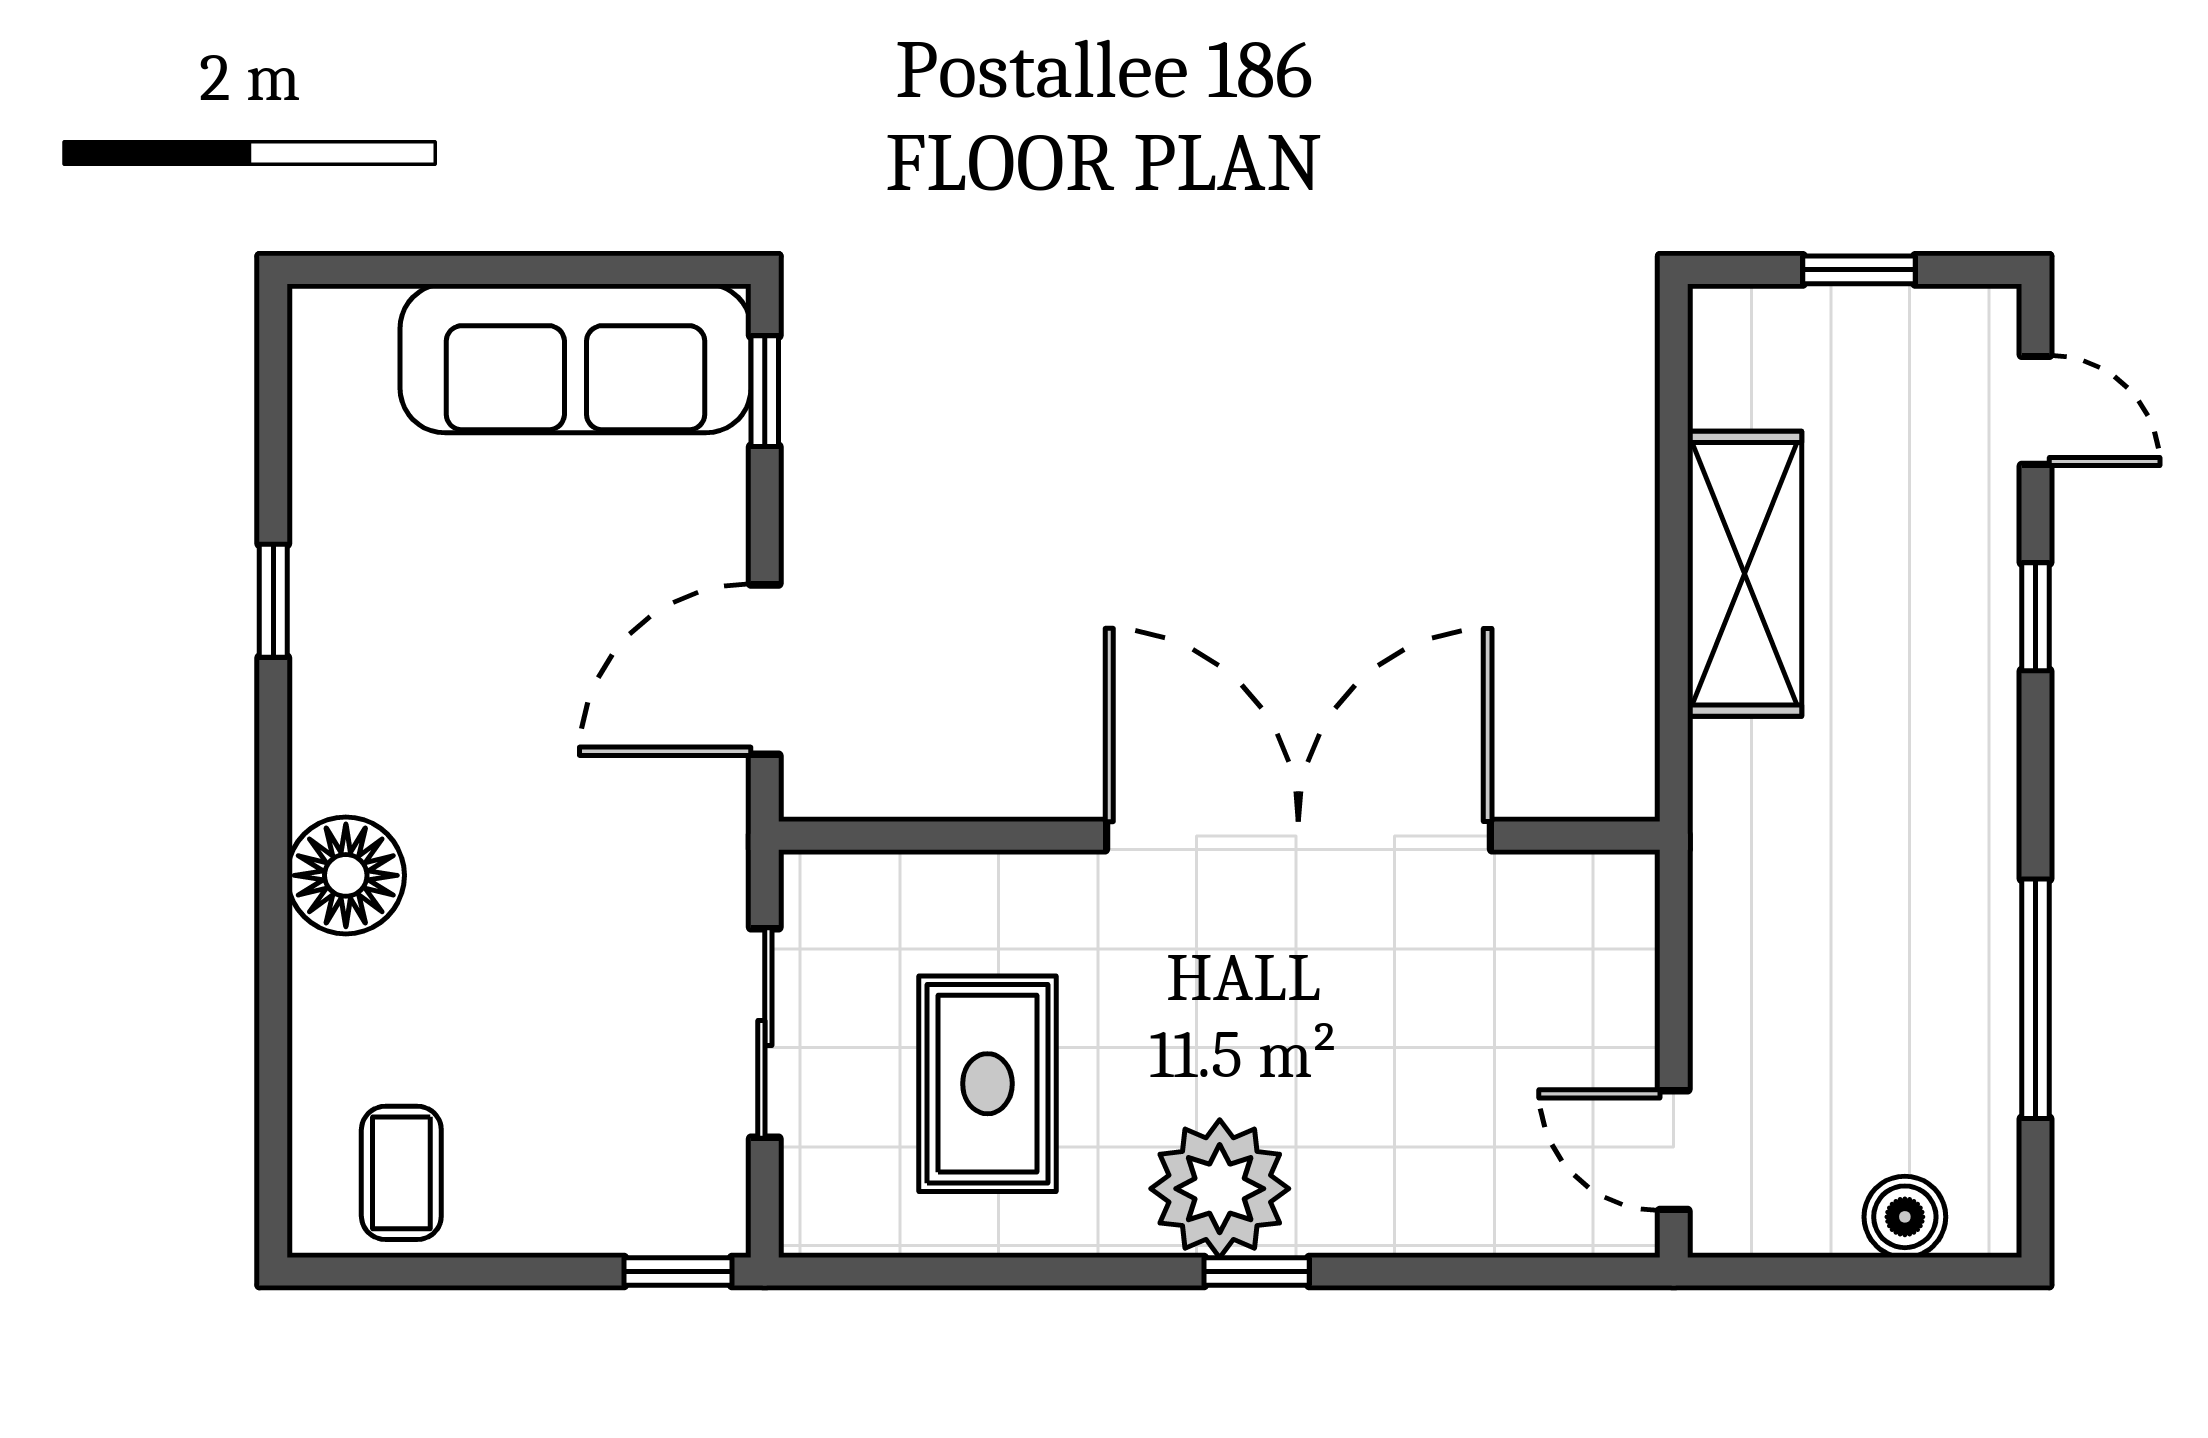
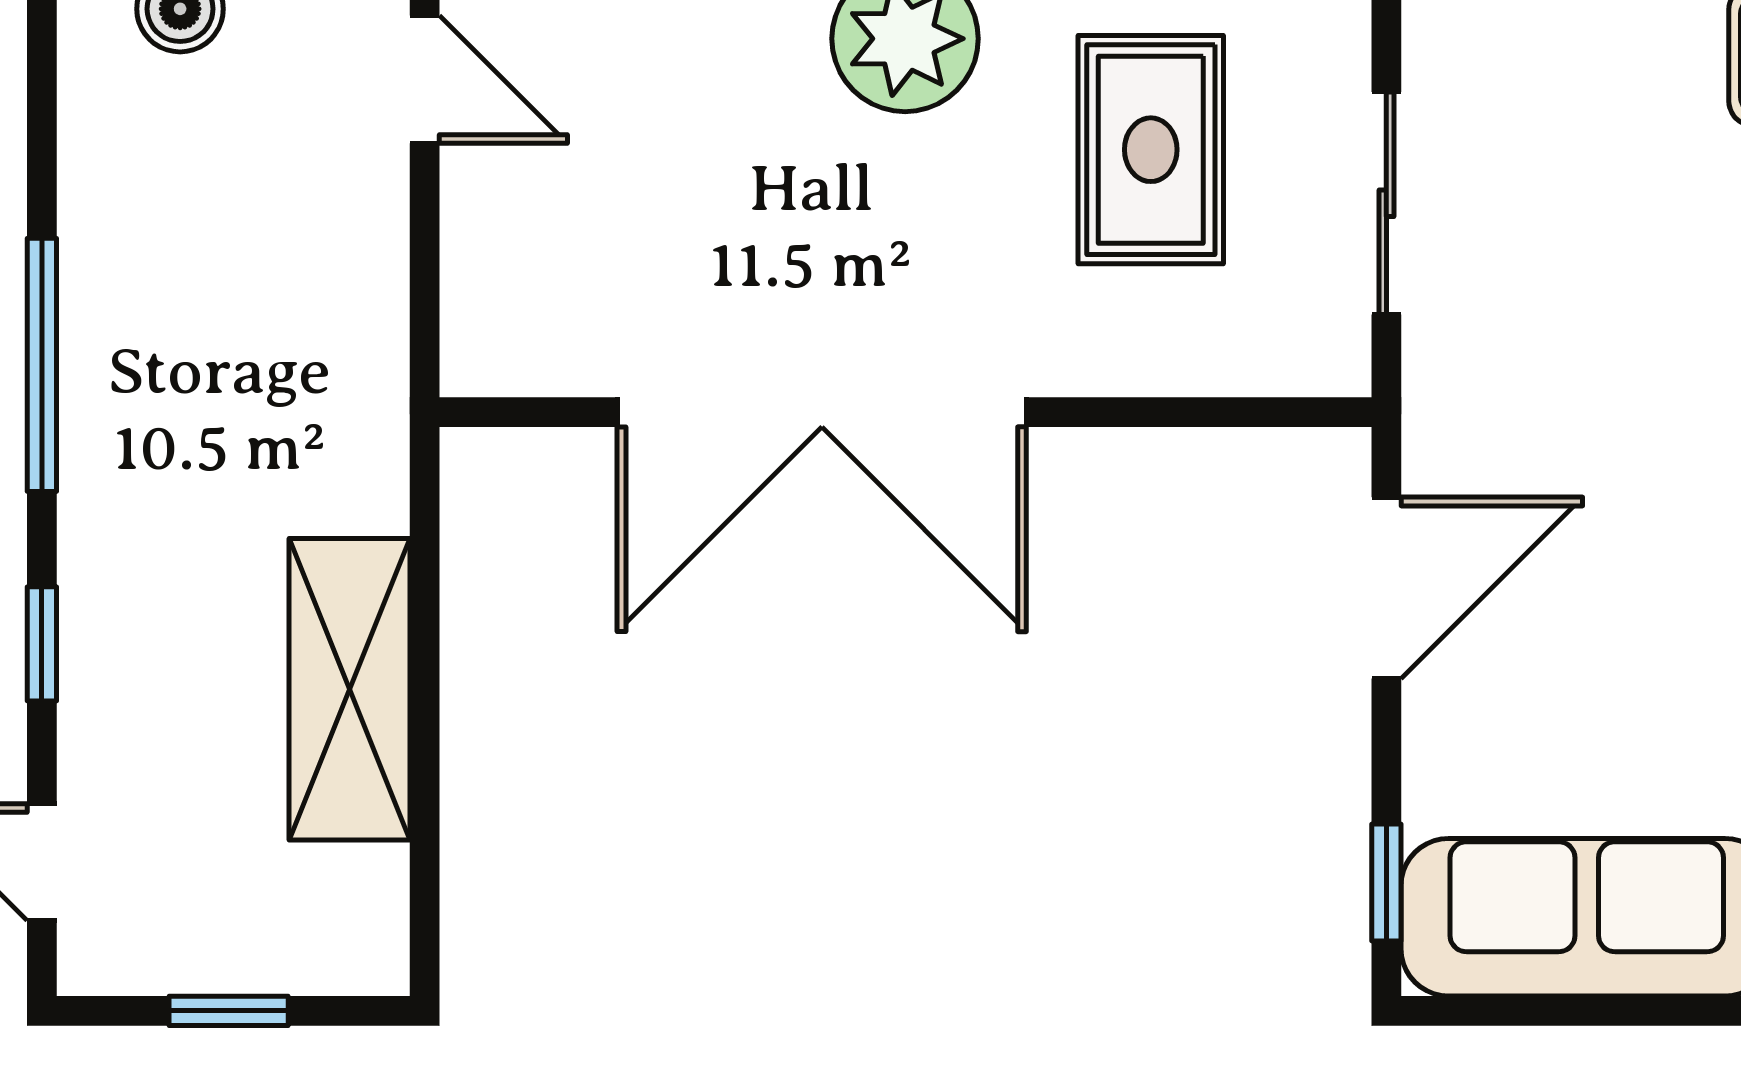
window: (2035, 999) -> (42, 365), moved

